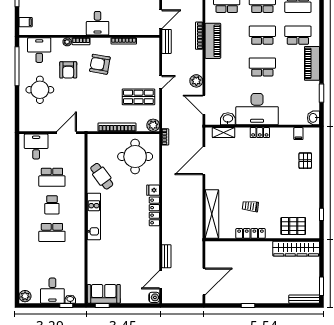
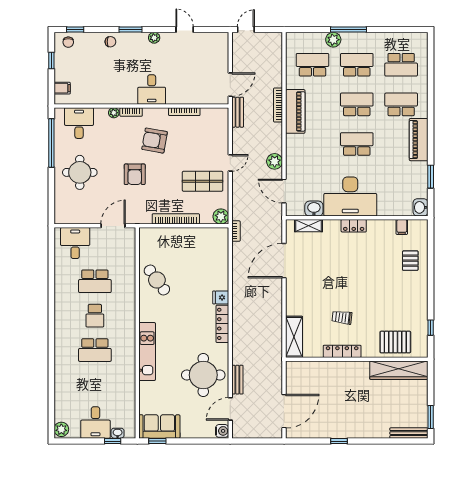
armchair: (68, 70) -> (135, 174), moved
round table: (135, 157) -> (203, 375), moved
shelving: (212, 214) -> (294, 337), width x0.68
kitchen unit: (94, 216) -> (147, 352), moved

